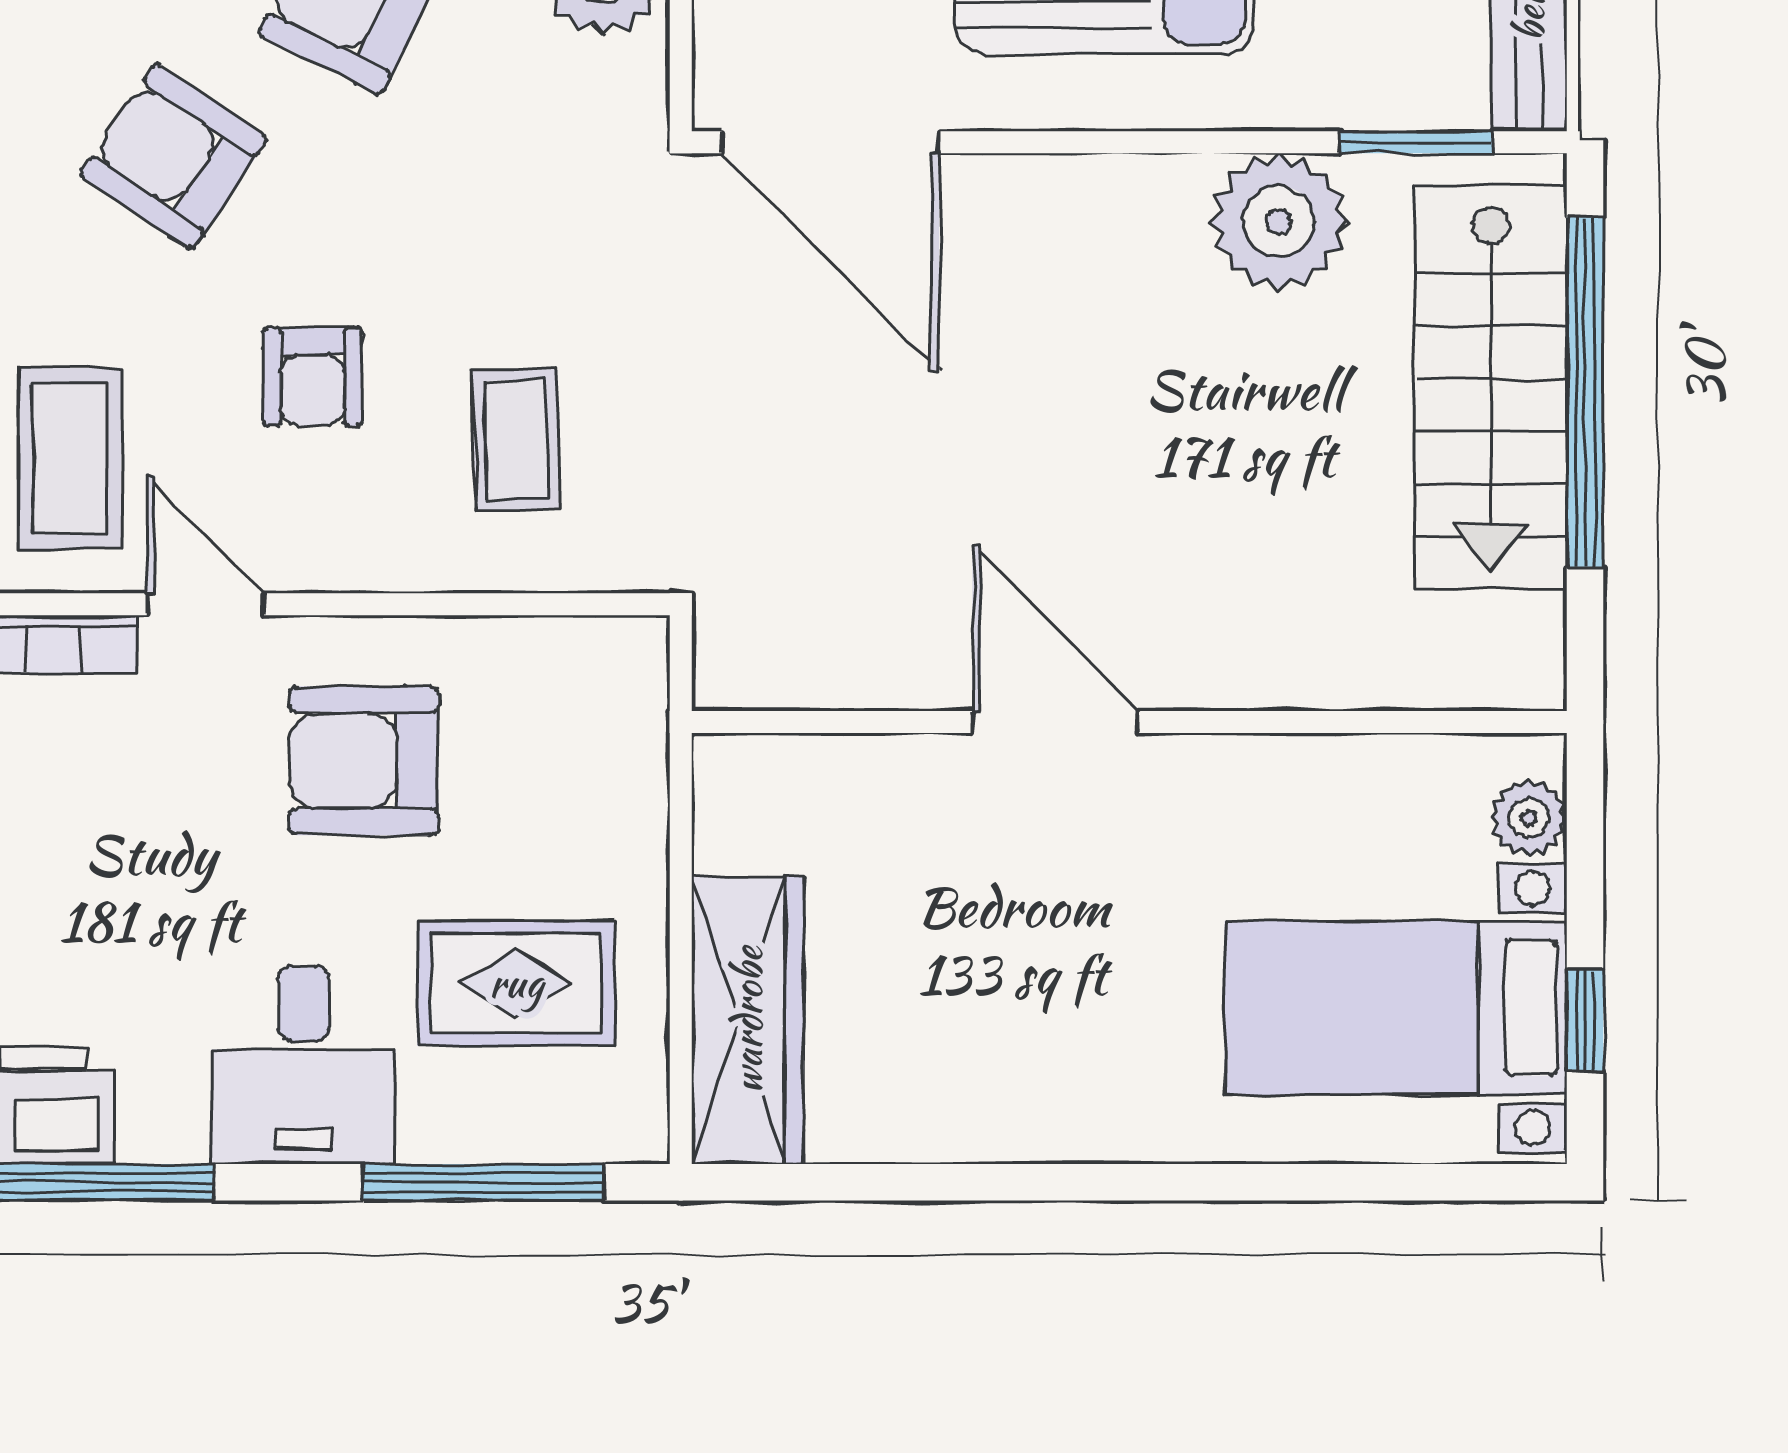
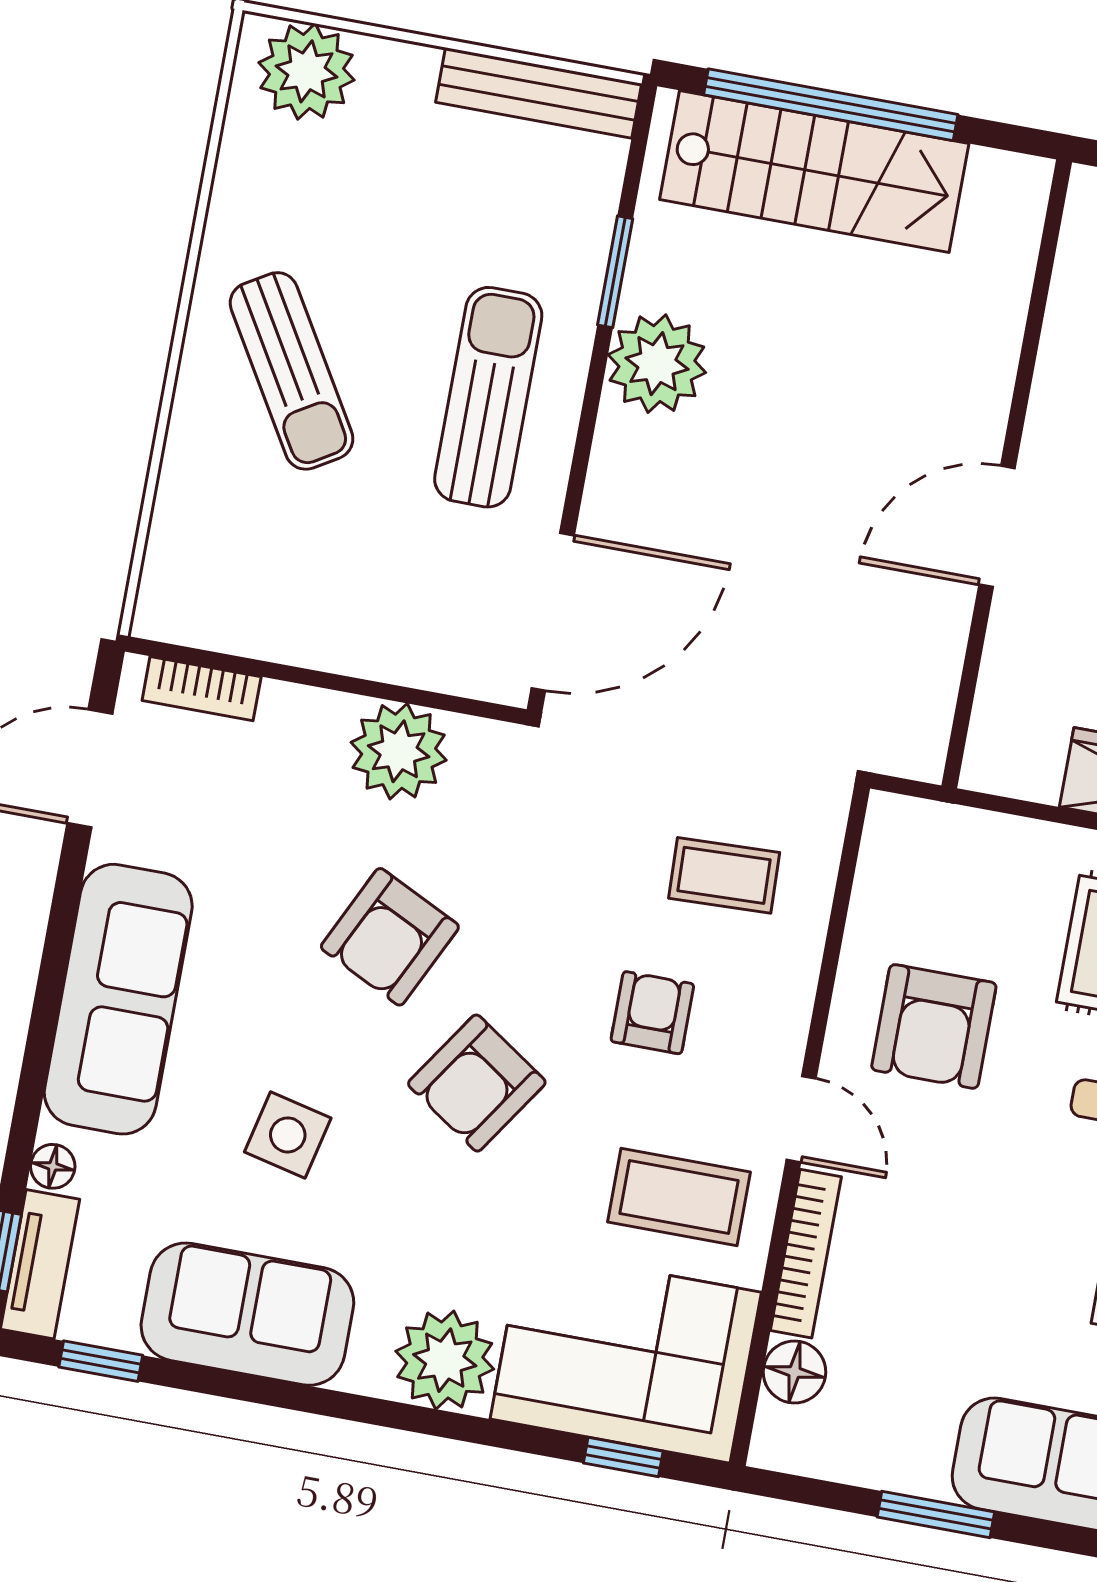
window: (1416, 142) -> (615, 272), moved
plant: (1279, 222) -> (657, 364), moved
armchair: (312, 377) -> (652, 1013), turned -90
door: (205, 604) -> (801, 1119), swing flipped

